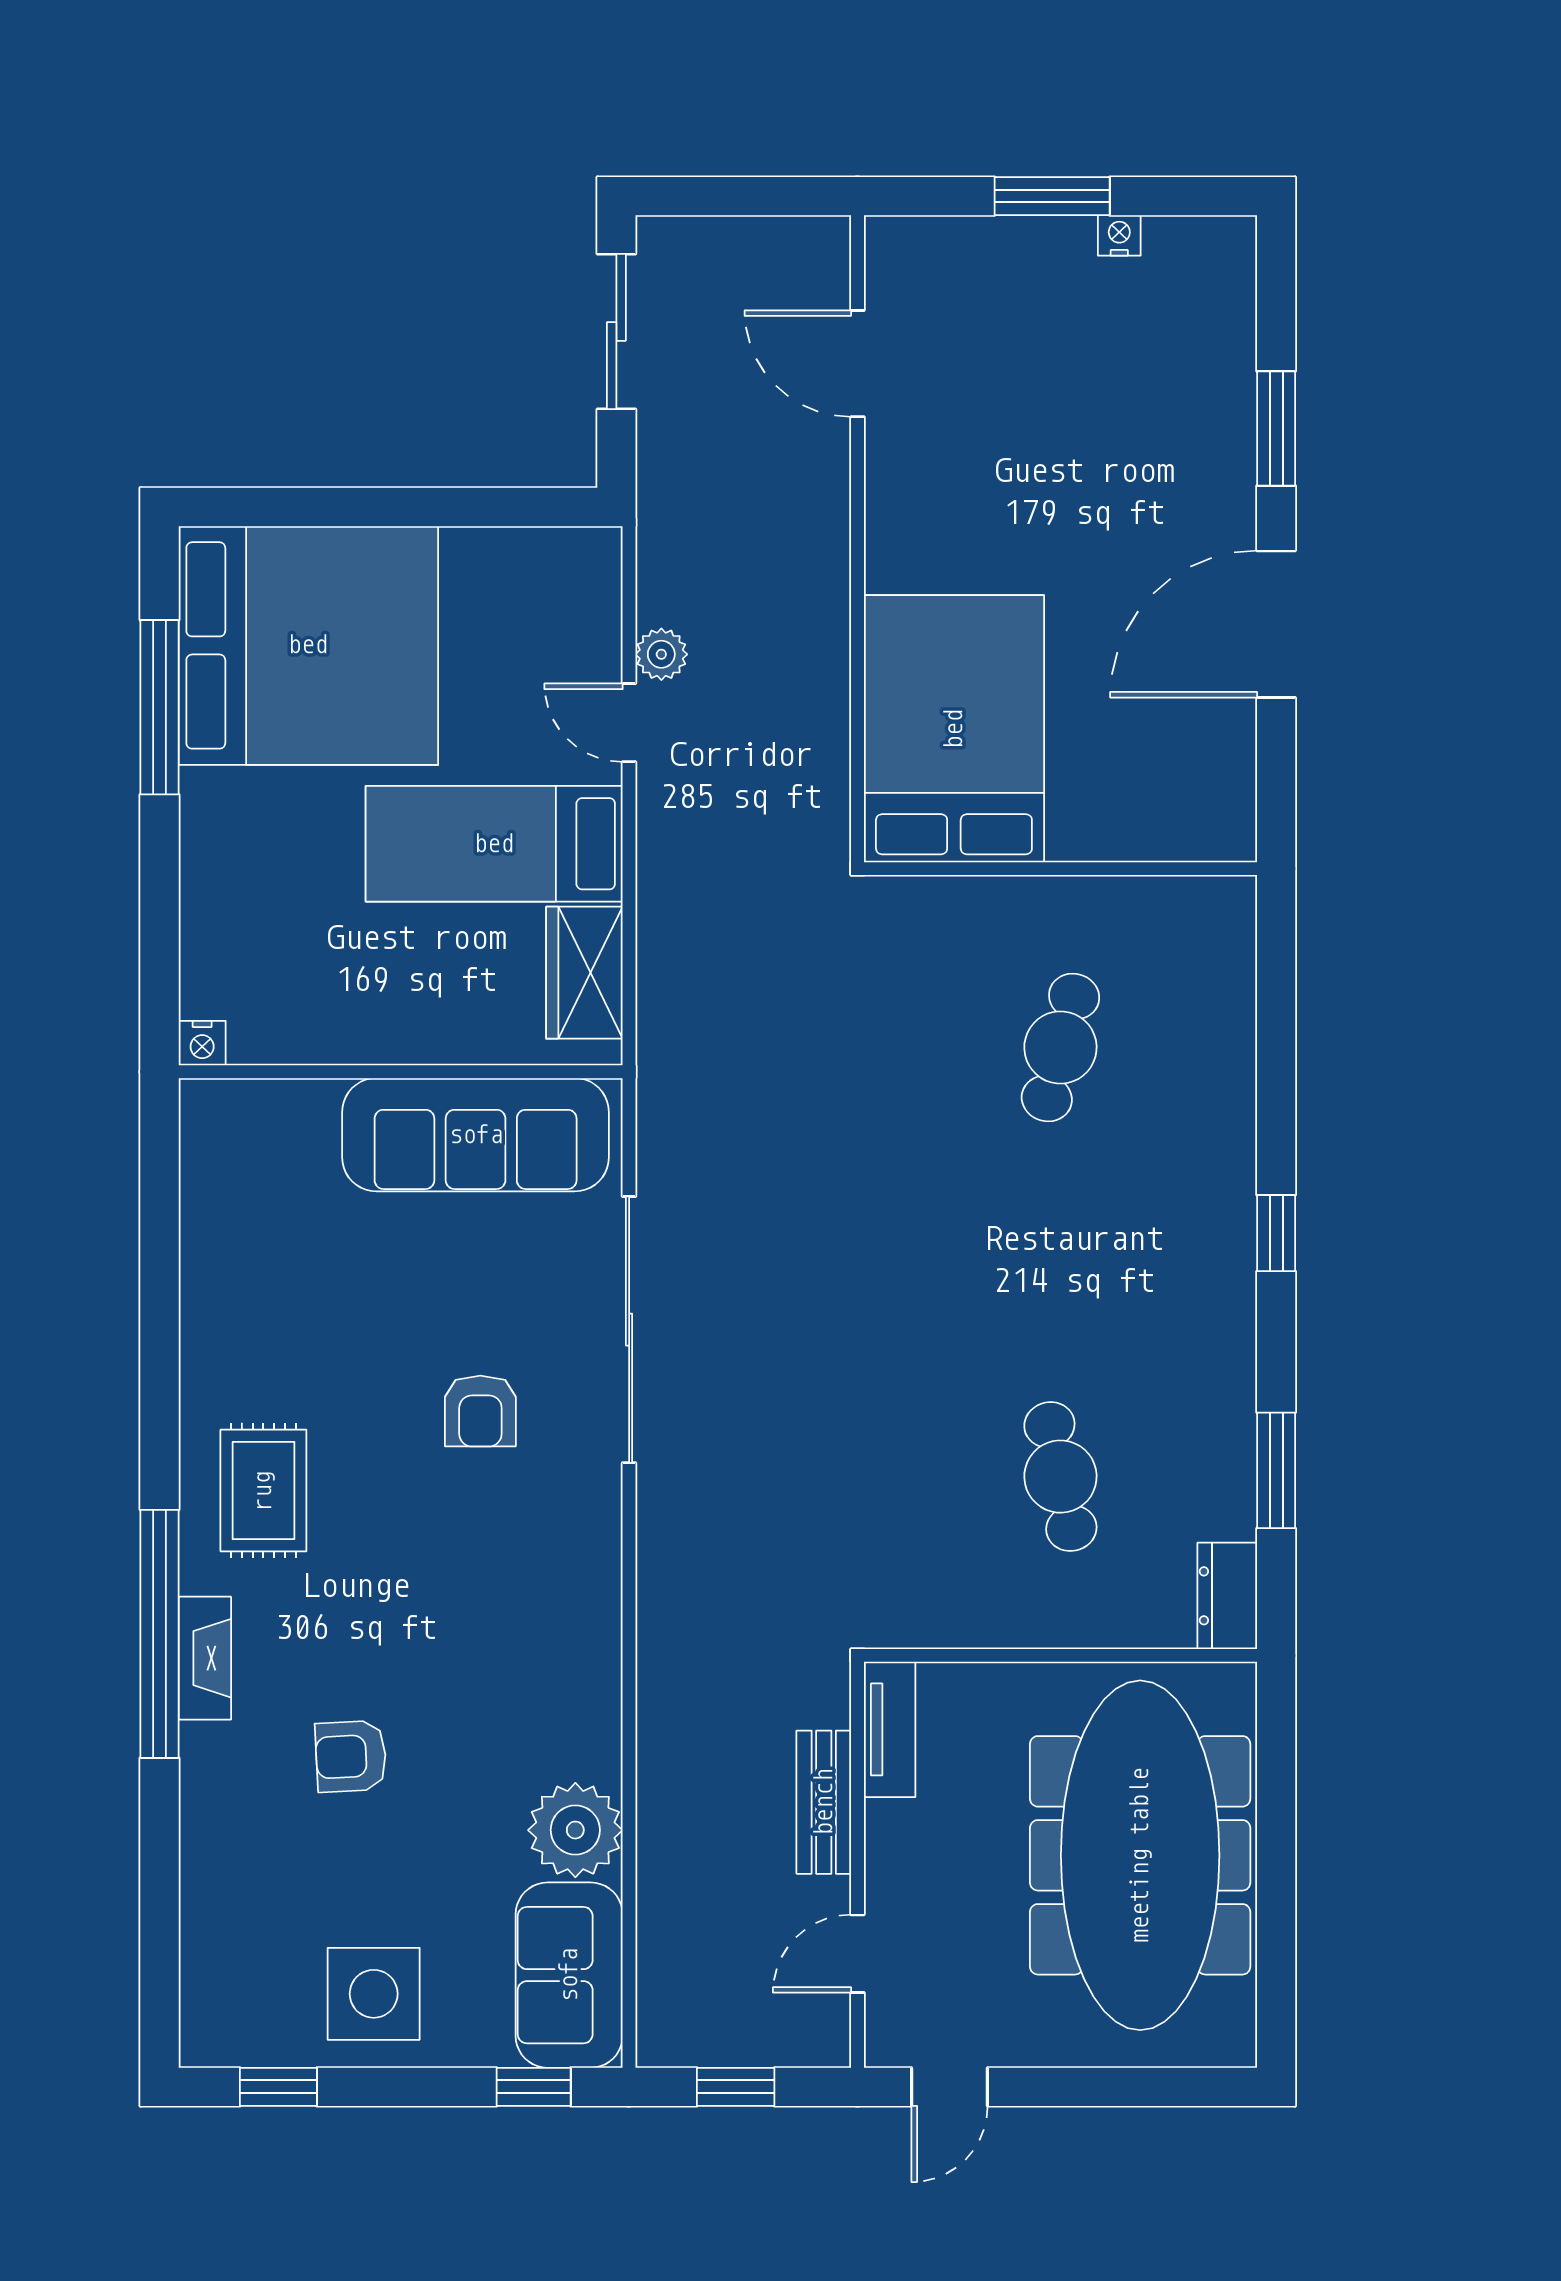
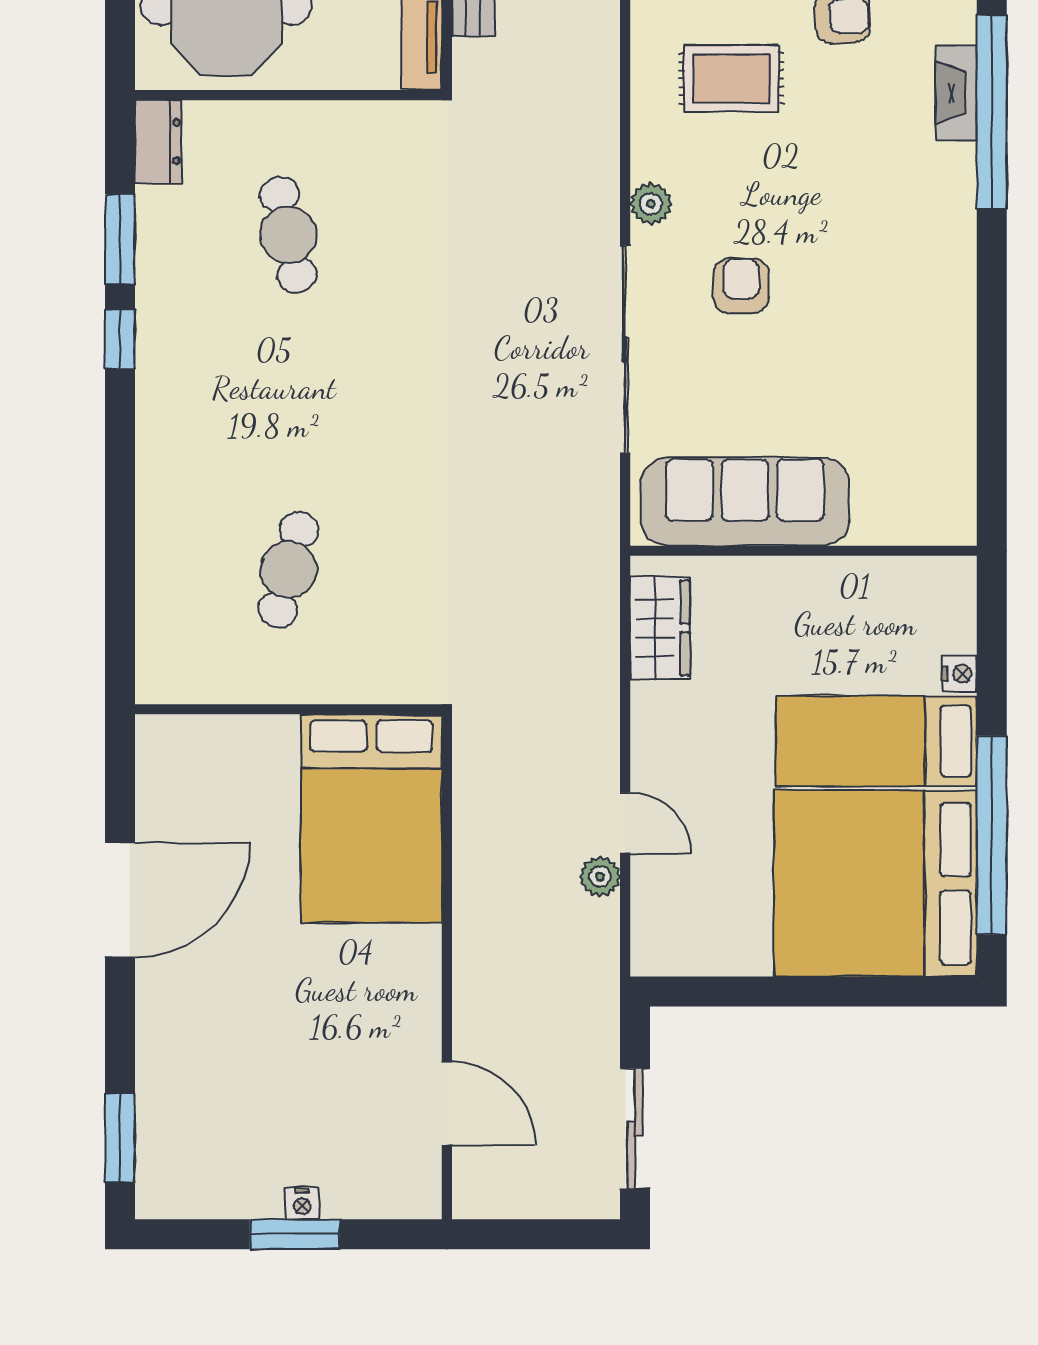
nightstand: (1119, 235) -> (302, 1204), moved
window: (1276, 428) -> (120, 1138), moved
window: (160, 707) -> (992, 835), width x1.46
bed: (494, 844) -> (876, 741), moved, turned 180
nightstand: (202, 1043) -> (959, 674), moved, turned 90
window: (1276, 1233) -> (120, 339), moved
rug: (263, 1491) -> (731, 79), moved, turned 90
plant: (596, 1516) -> (651, 204), added

